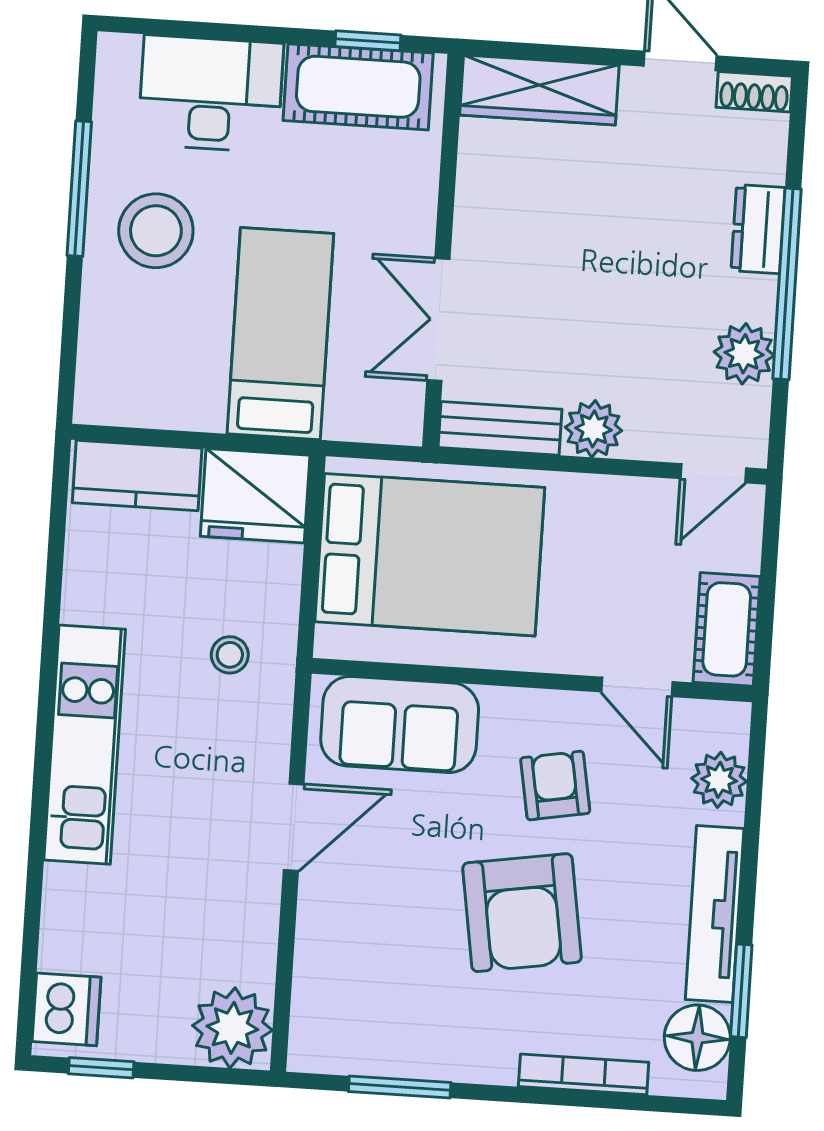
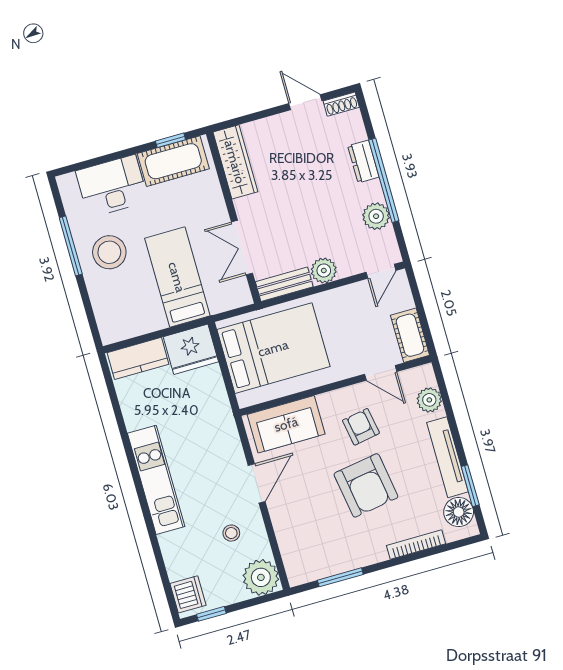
wardrobe: (539, 90) -> (235, 162), moved, turned -90
stool: (230, 655) -> (231, 533), moved

